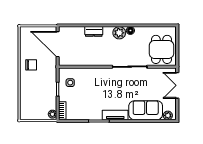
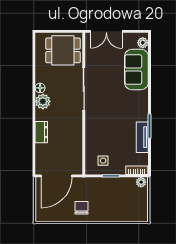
tv unit: (115, 115) -> (142, 137), moved

